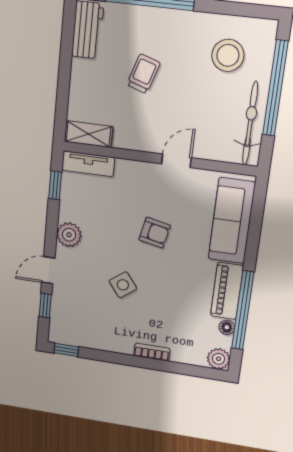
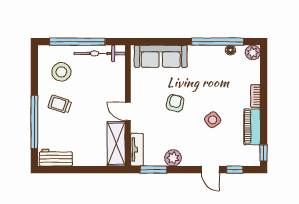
trolley: (143, 74) -> (60, 104), moved
shelving: (89, 134) -> (116, 144), width x1.50, depth x1.33
door: (176, 161) -> (128, 111), moved
window: (55, 185) -> (154, 170), width x1.50
plant: (69, 235) -> (173, 158), moved
piano: (227, 291) -> (252, 127), moved, turned 90

